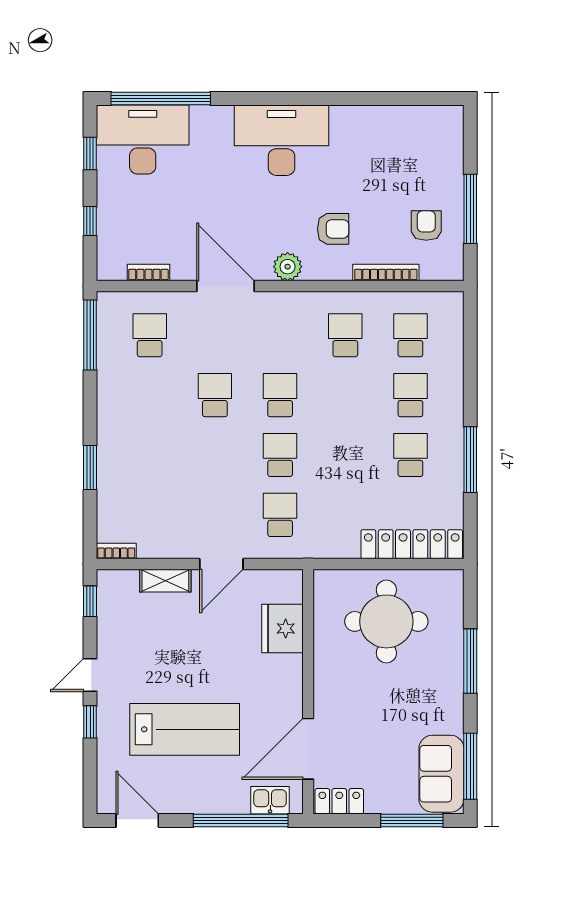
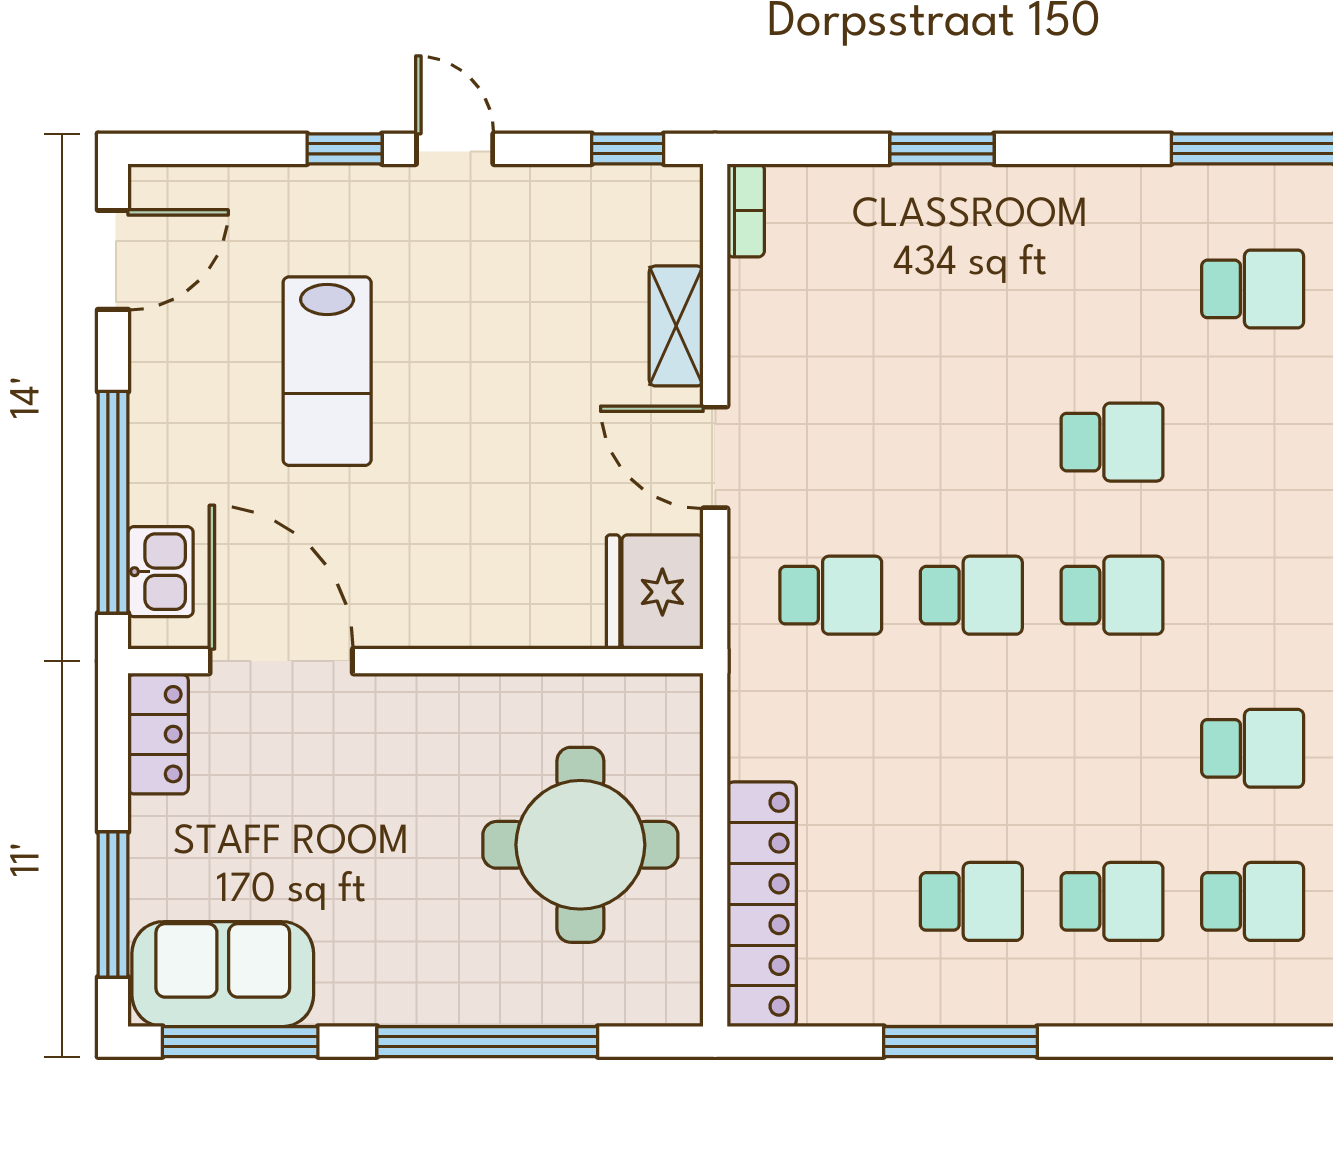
fridge: (282, 628) -> (655, 592), moved, turned -90
window: (470, 661) -> (487, 1042), width x1.46
lab bench: (185, 729) -> (327, 371), width x0.73, depth x0.72

